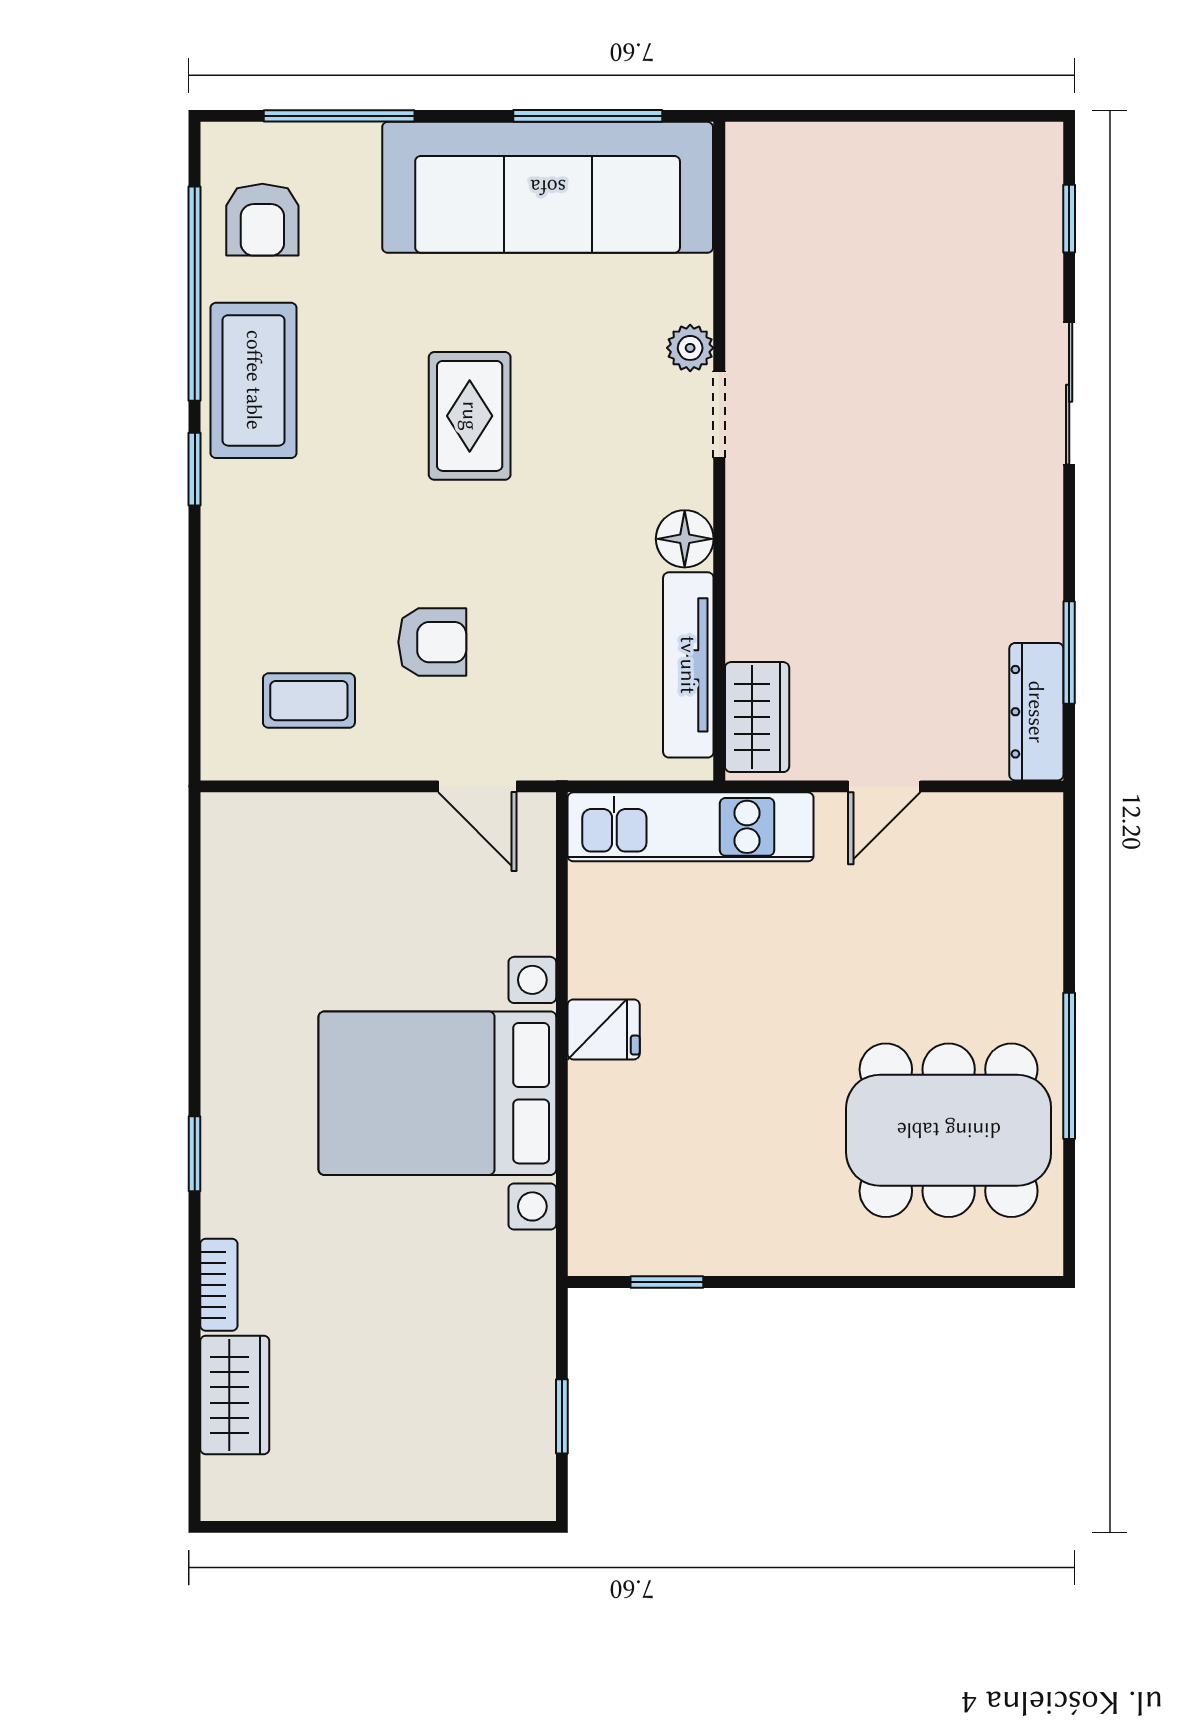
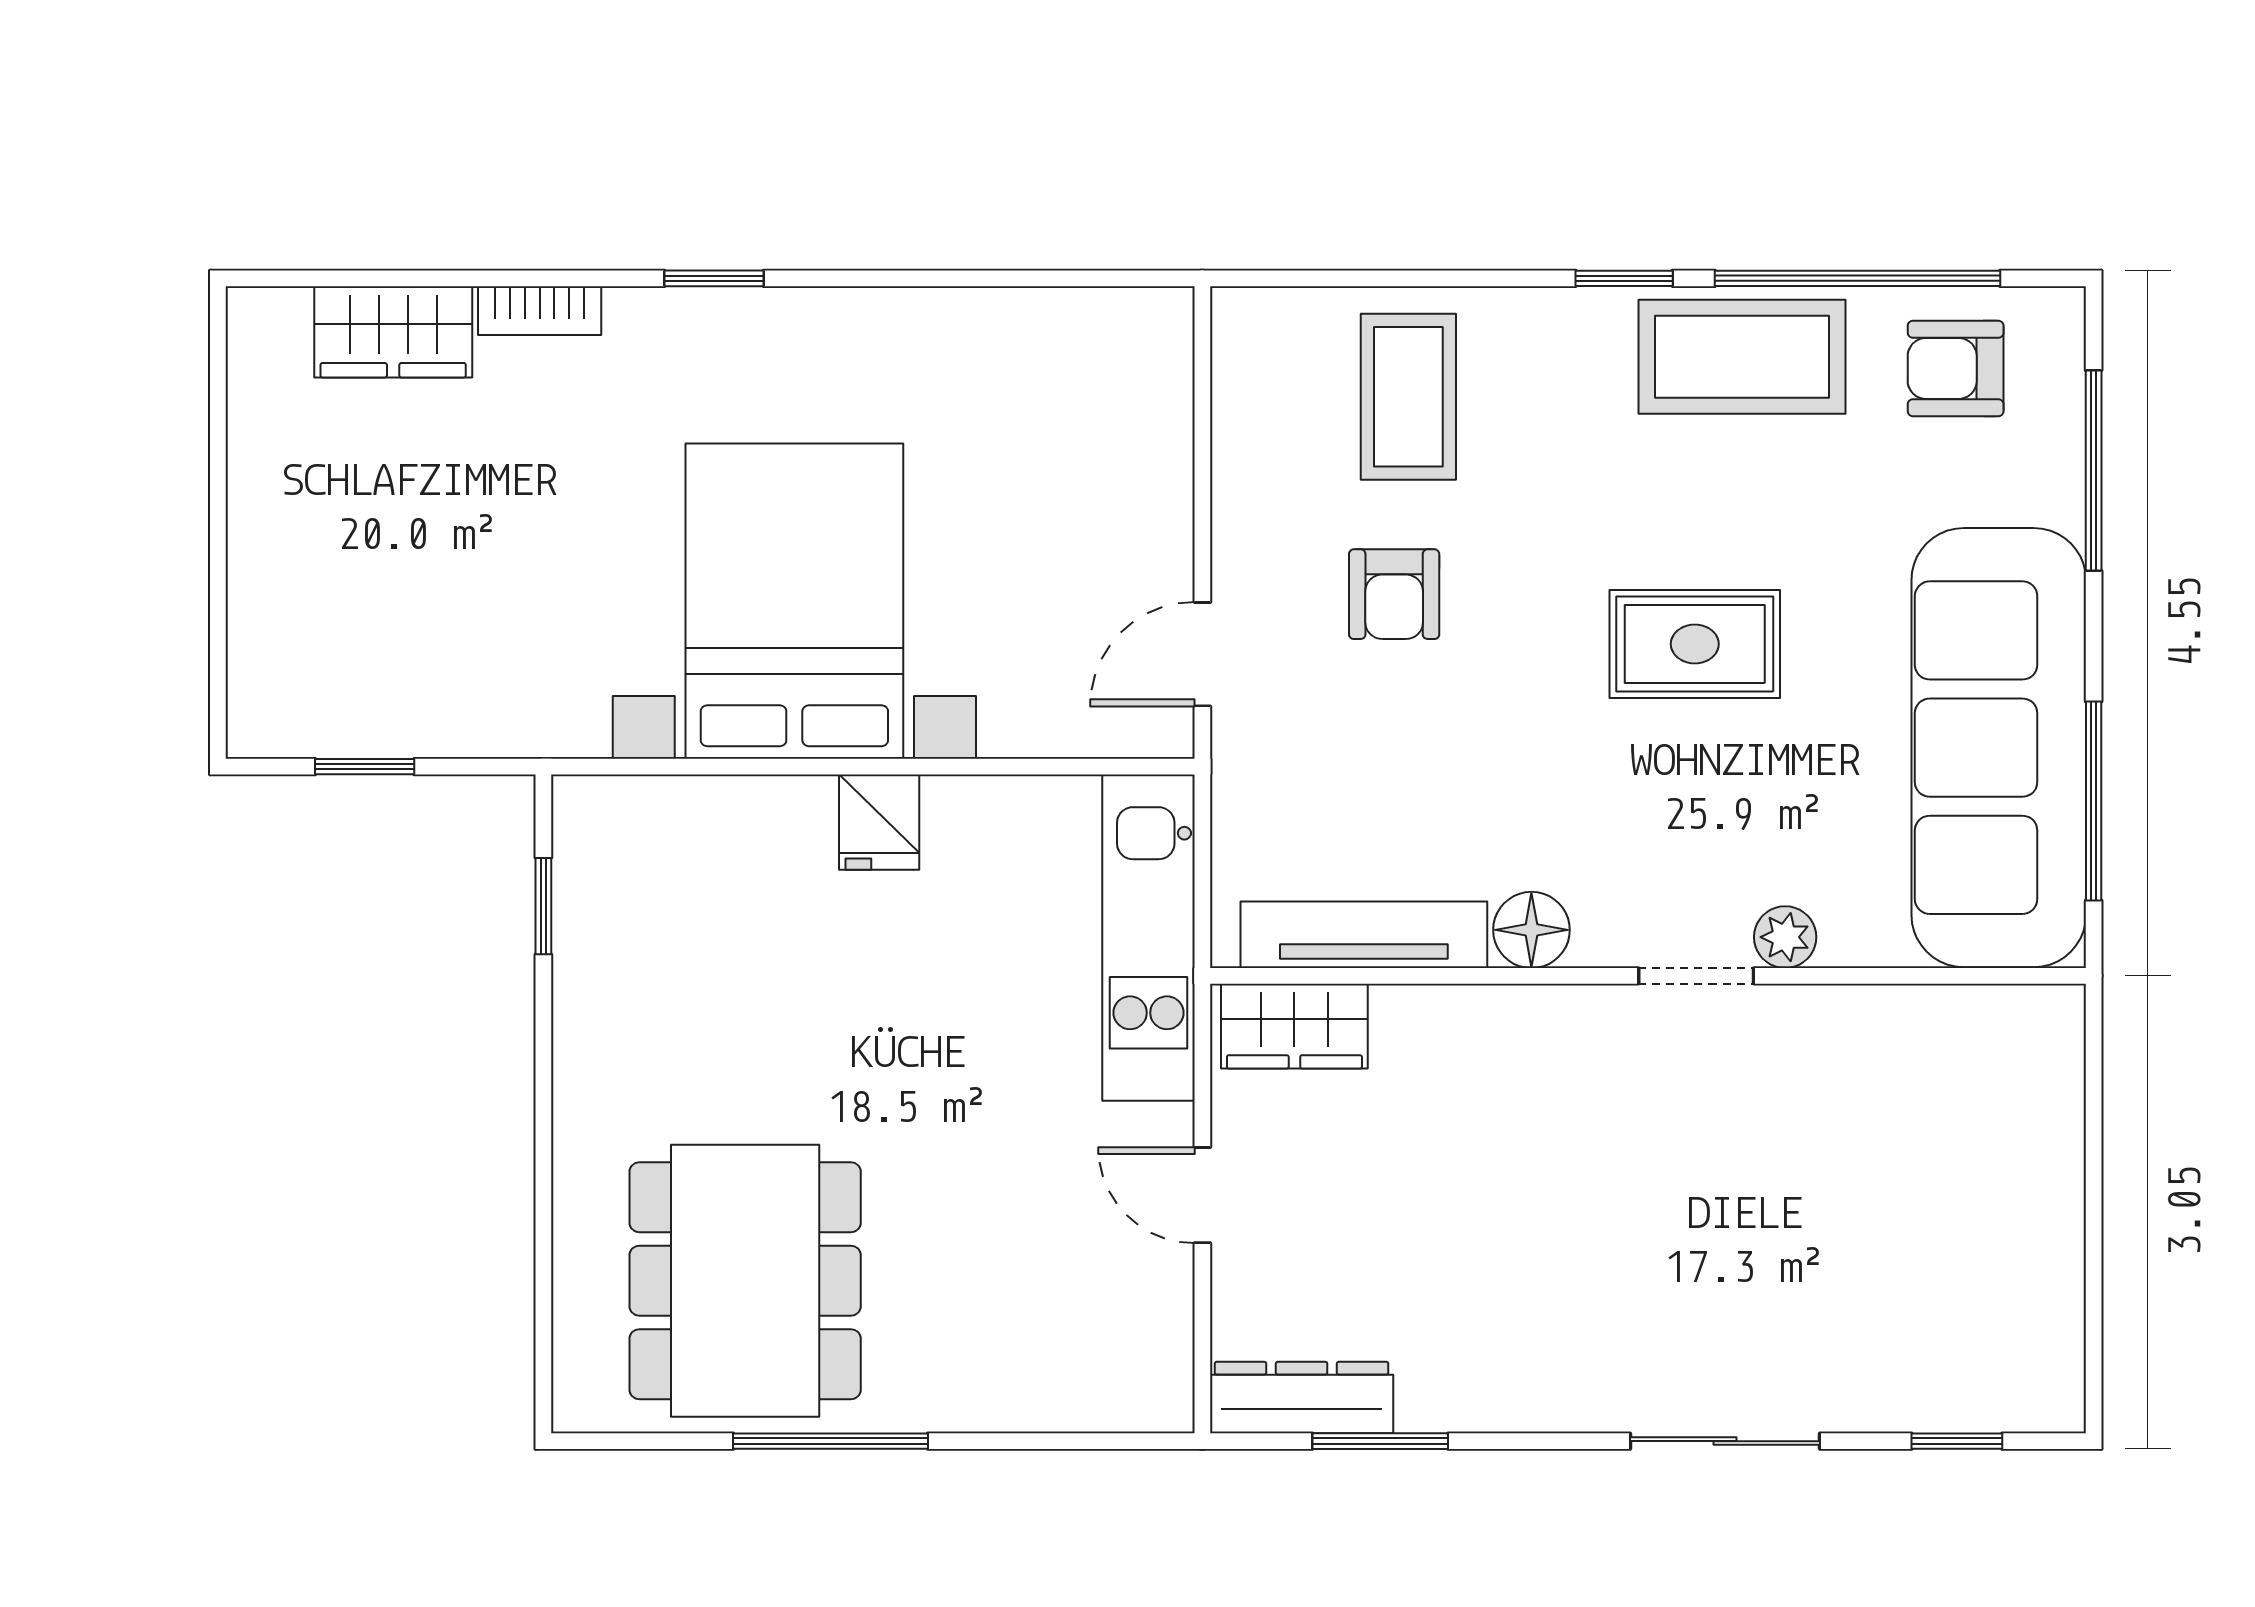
coffee table: (309, 701) -> (1408, 397), moved, width x1.36, depth x1.30

